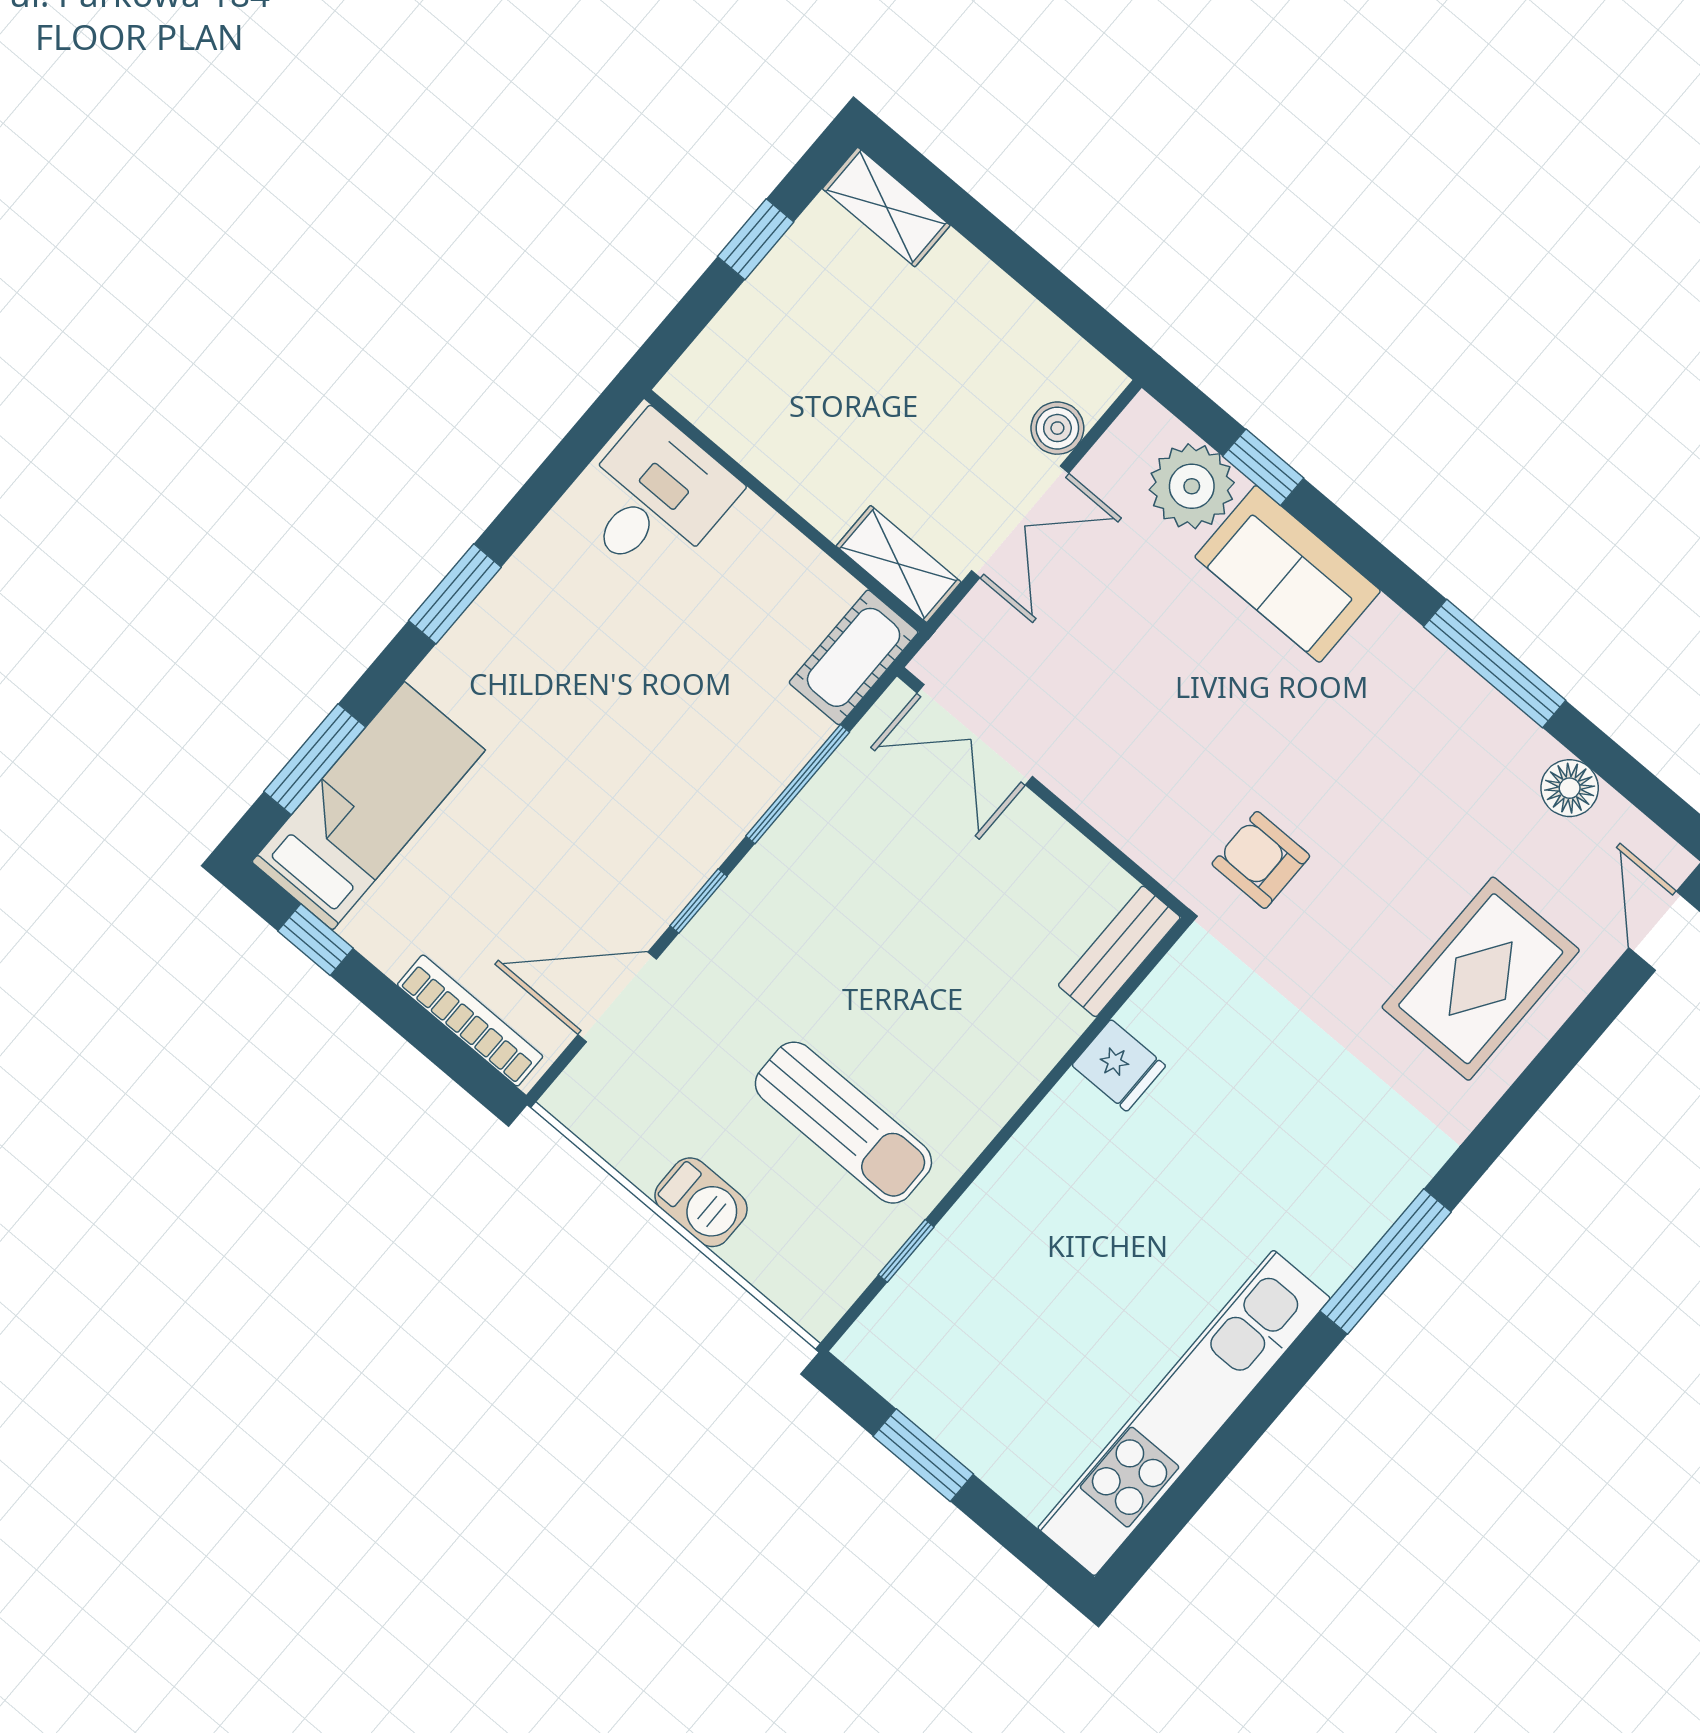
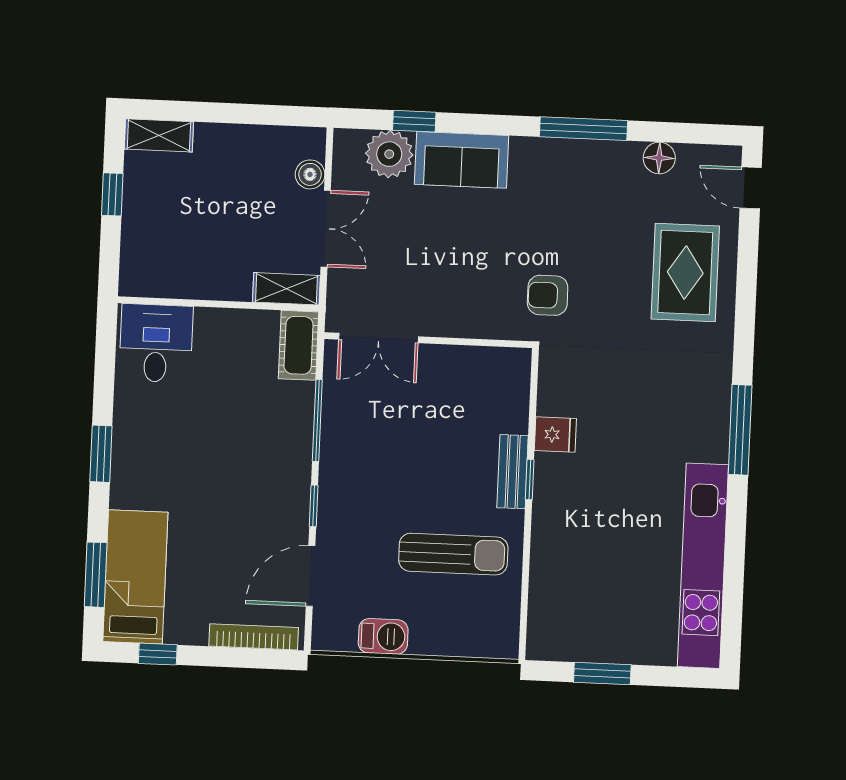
bench: (1119, 951) -> (513, 472), moved
barbecue: (701, 1202) -> (383, 636), moved
window: (906, 1251) -> (530, 480), moved

